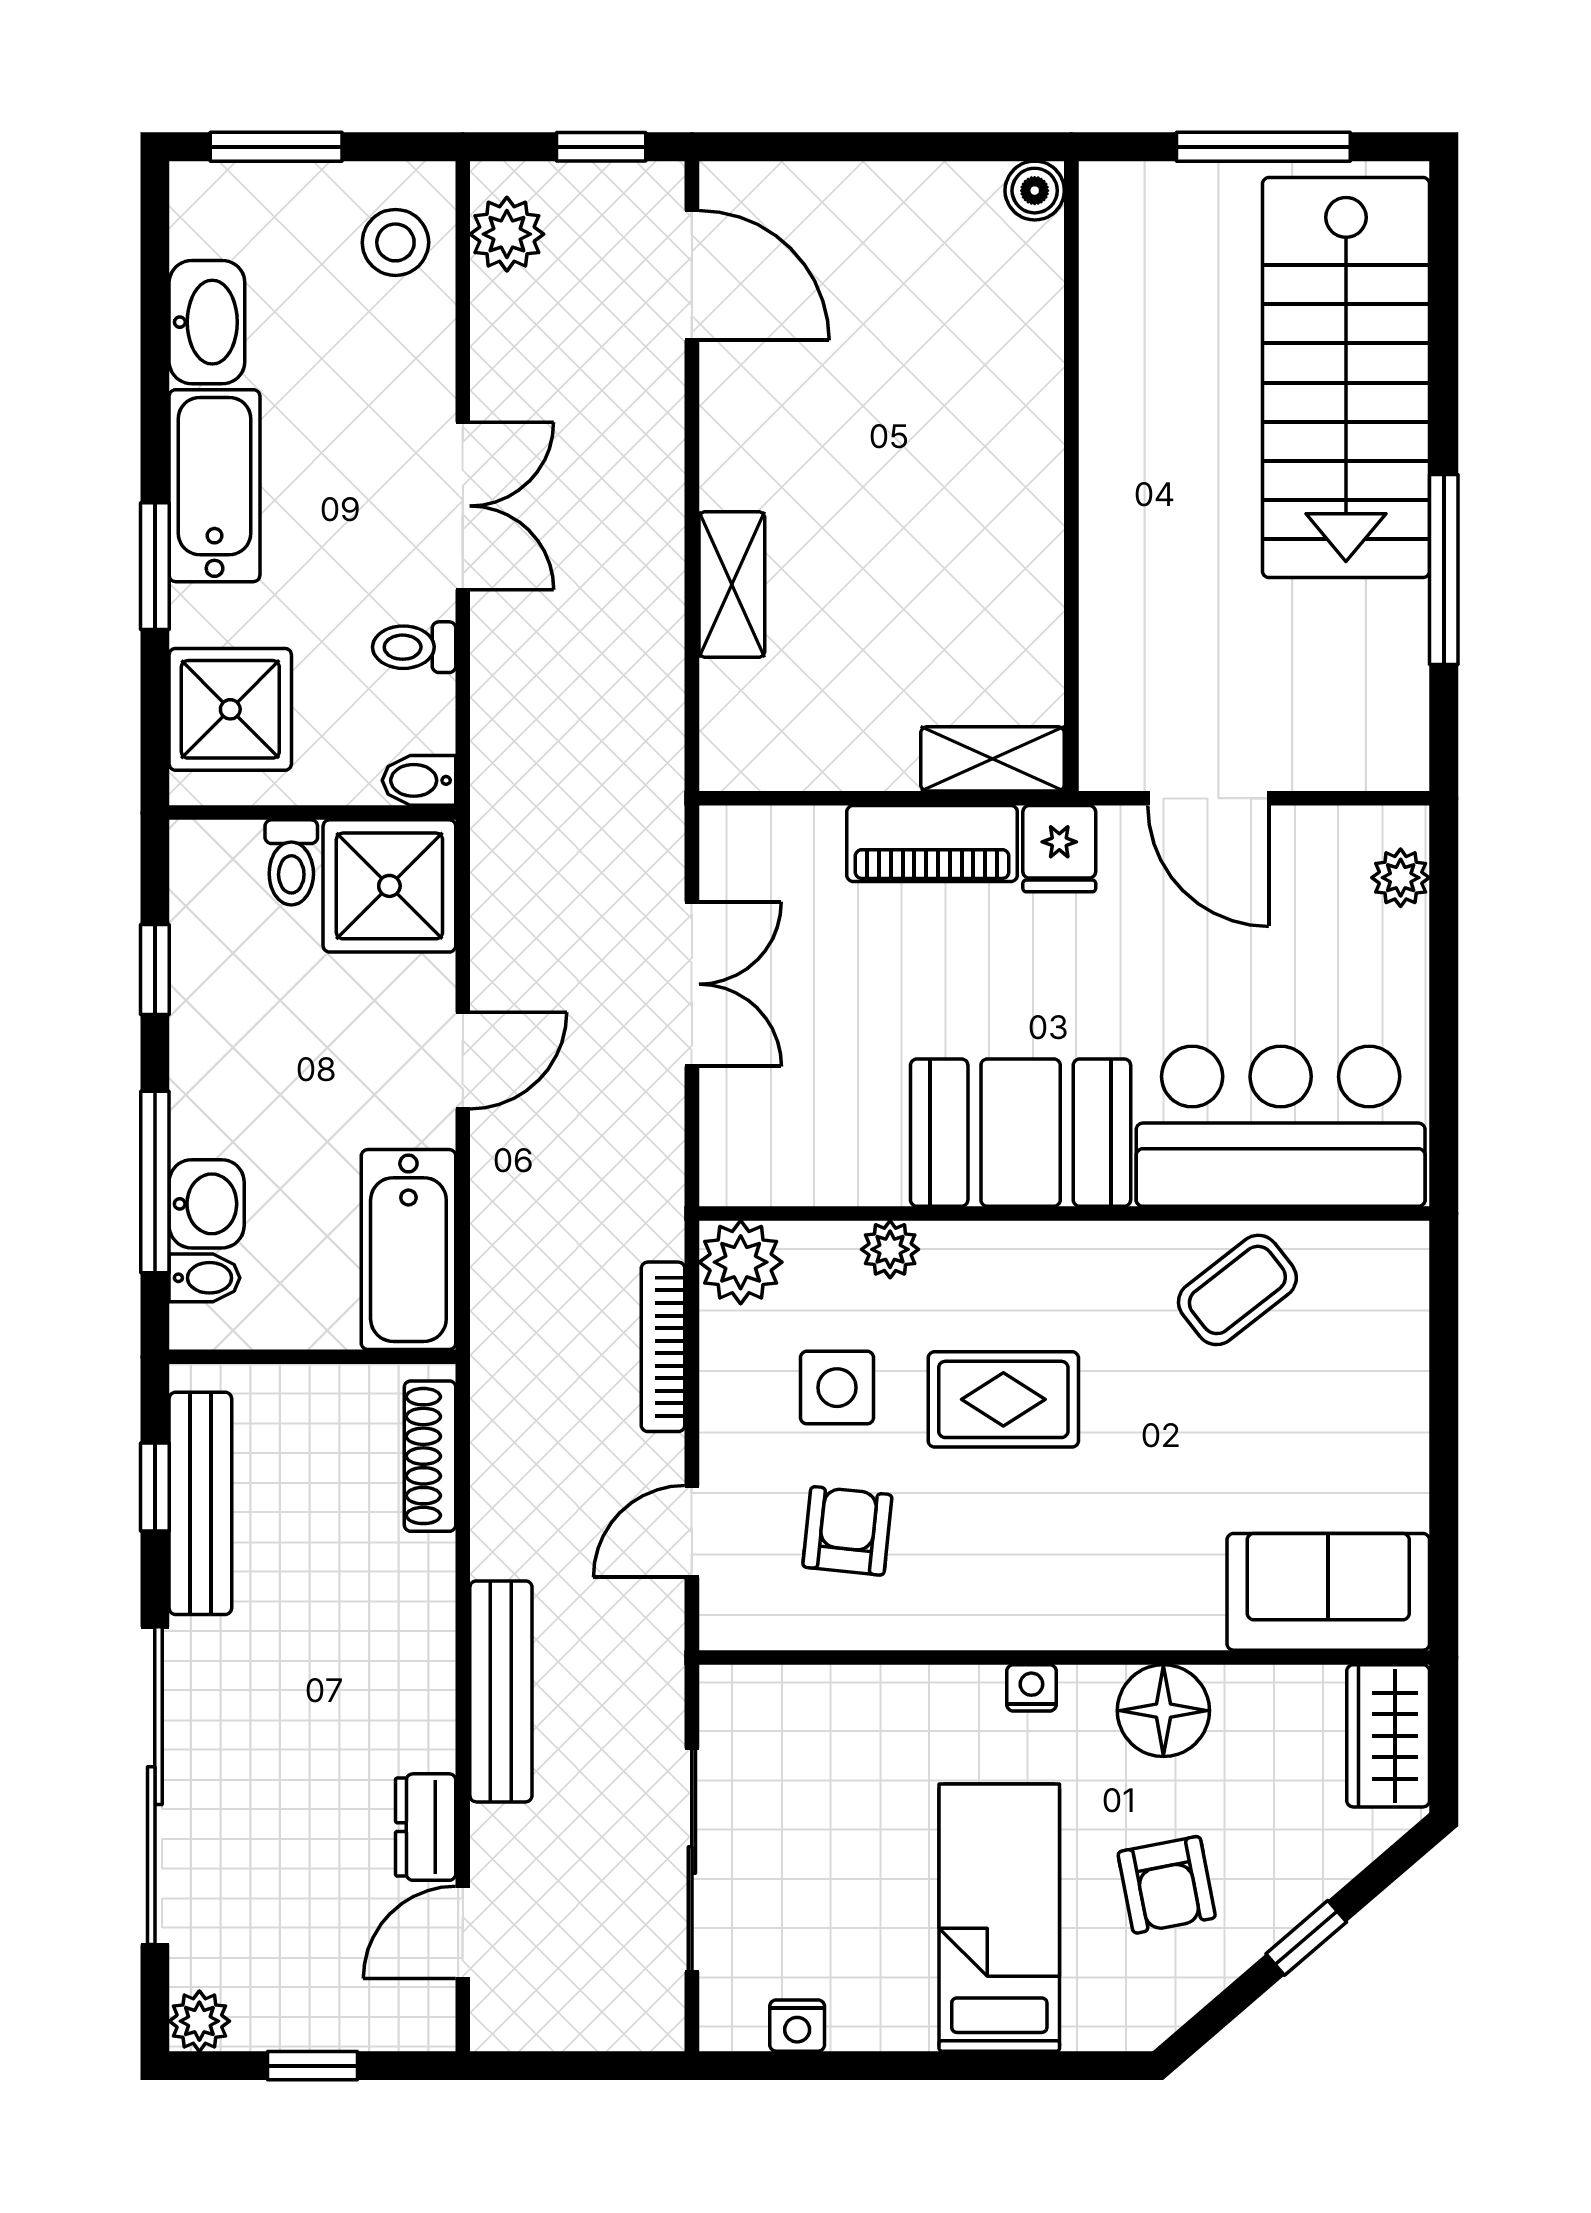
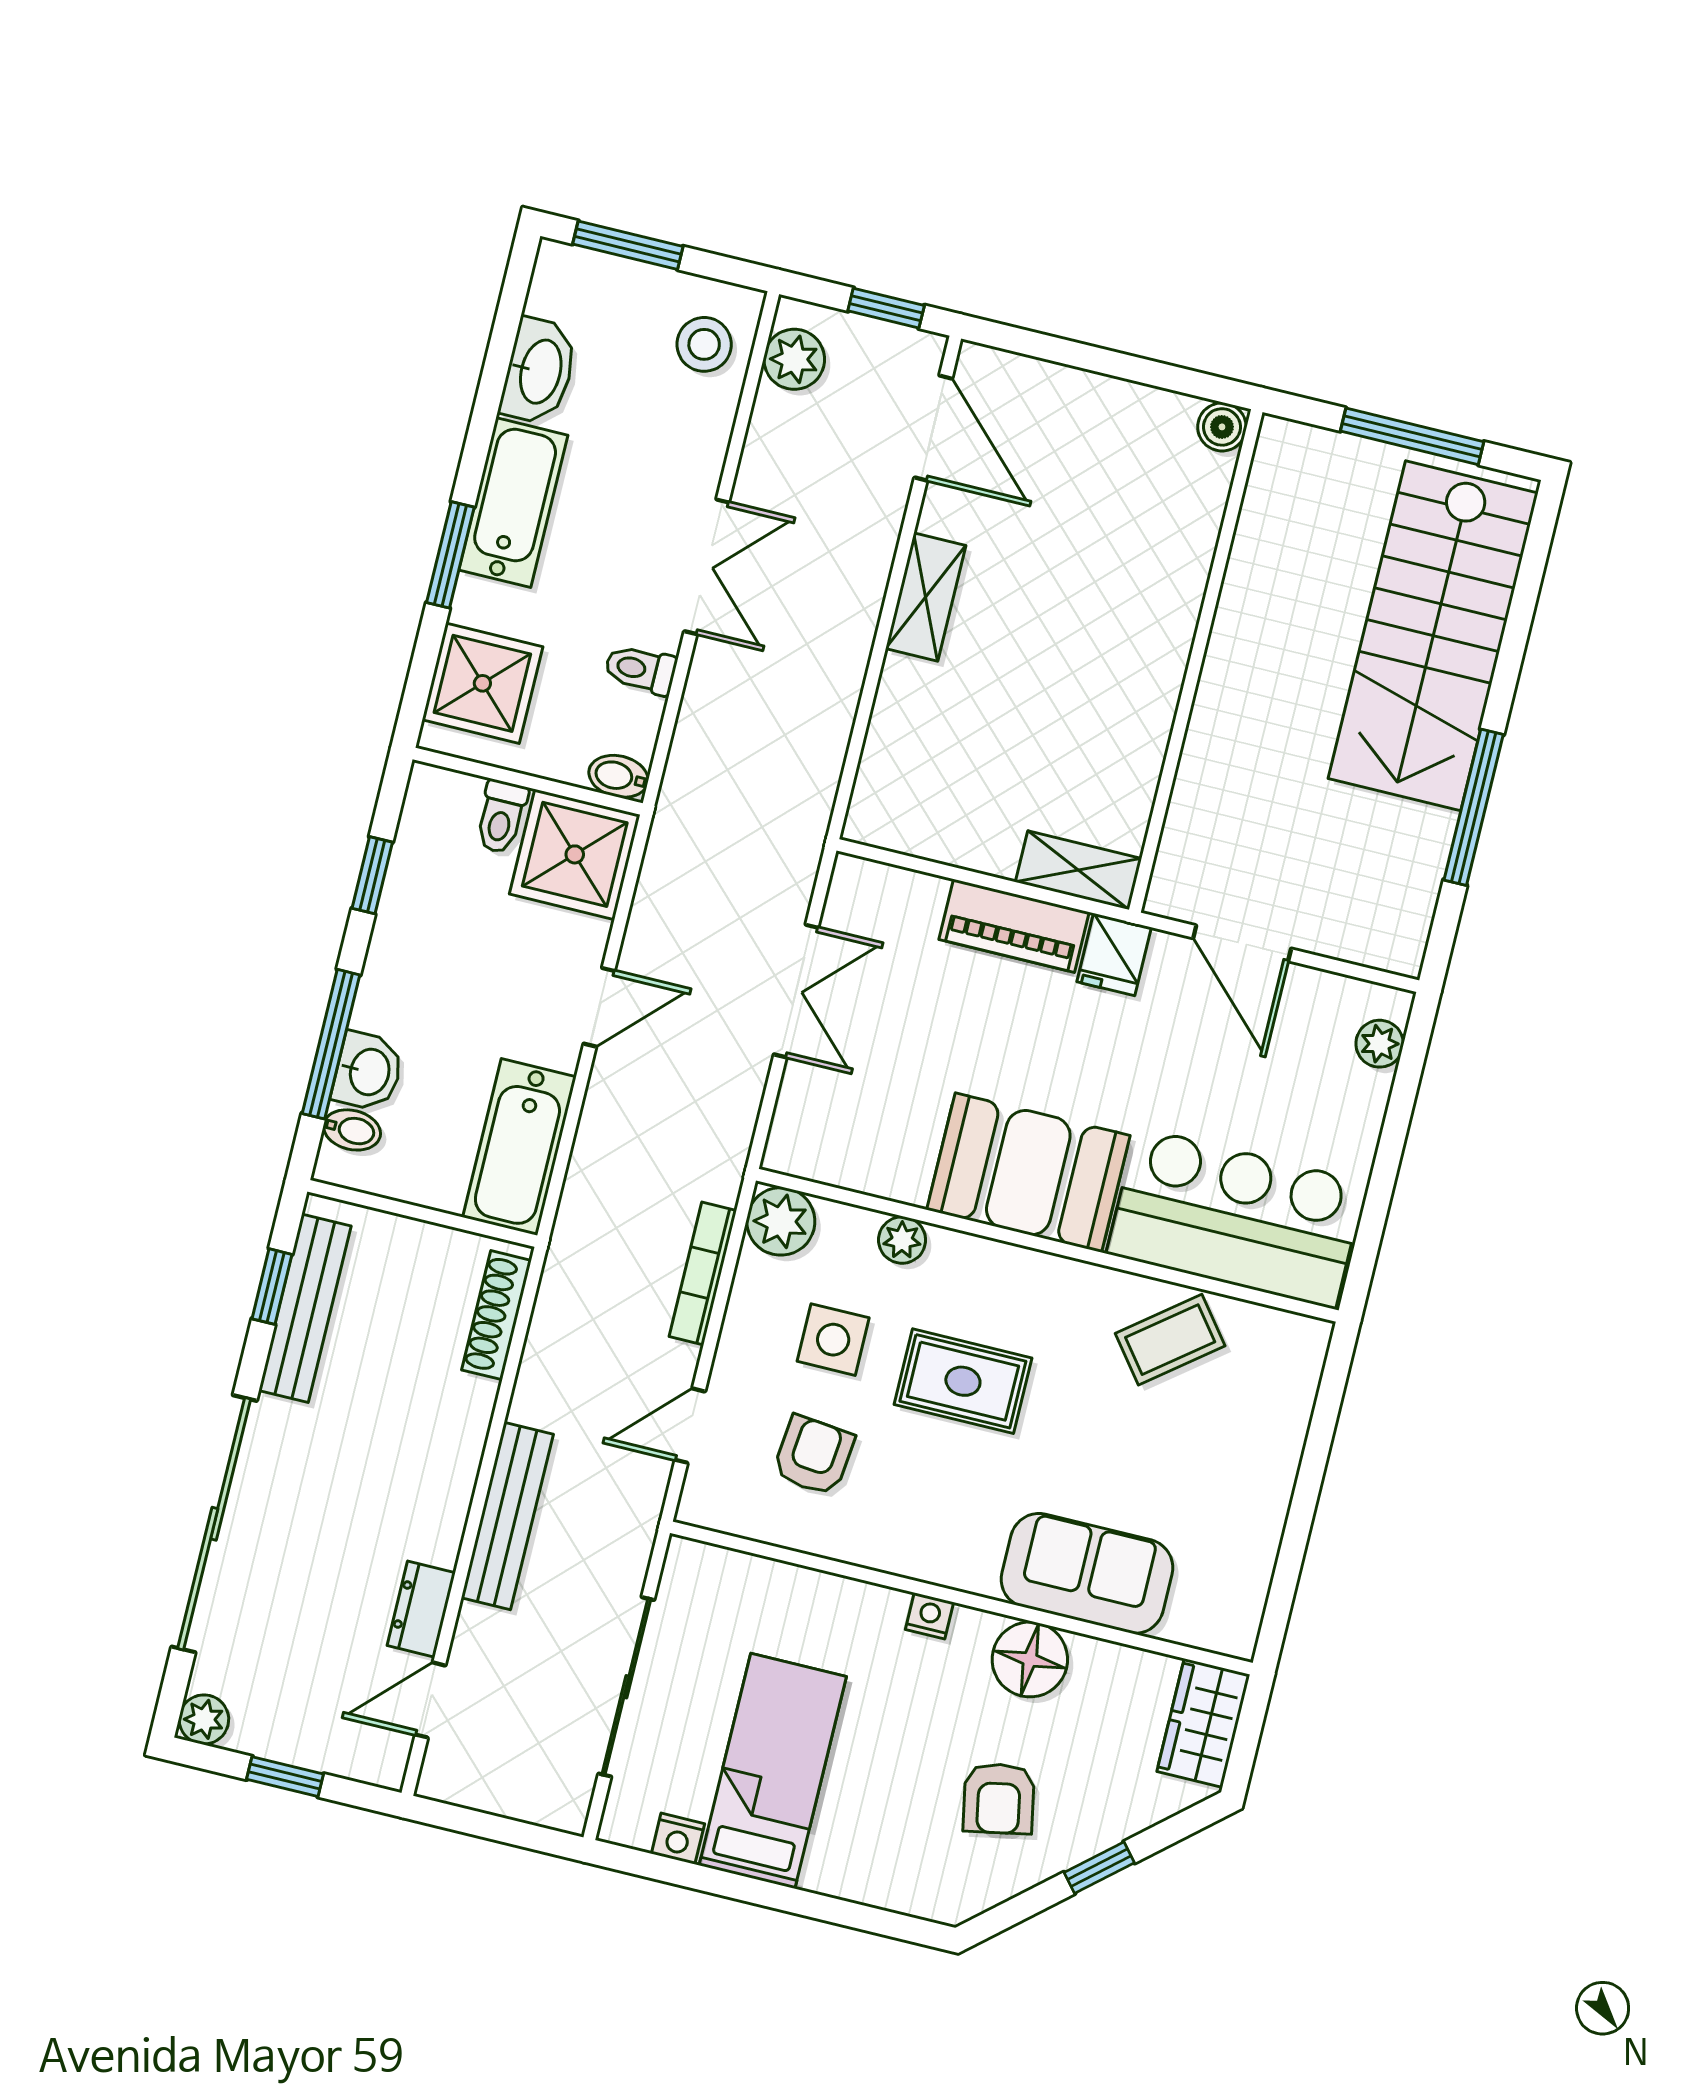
shelving: (732, 584) -> (926, 597), moved
sofa: (1328, 1592) -> (1087, 1573), moved
bed: (999, 1918) -> (773, 1771), moved

